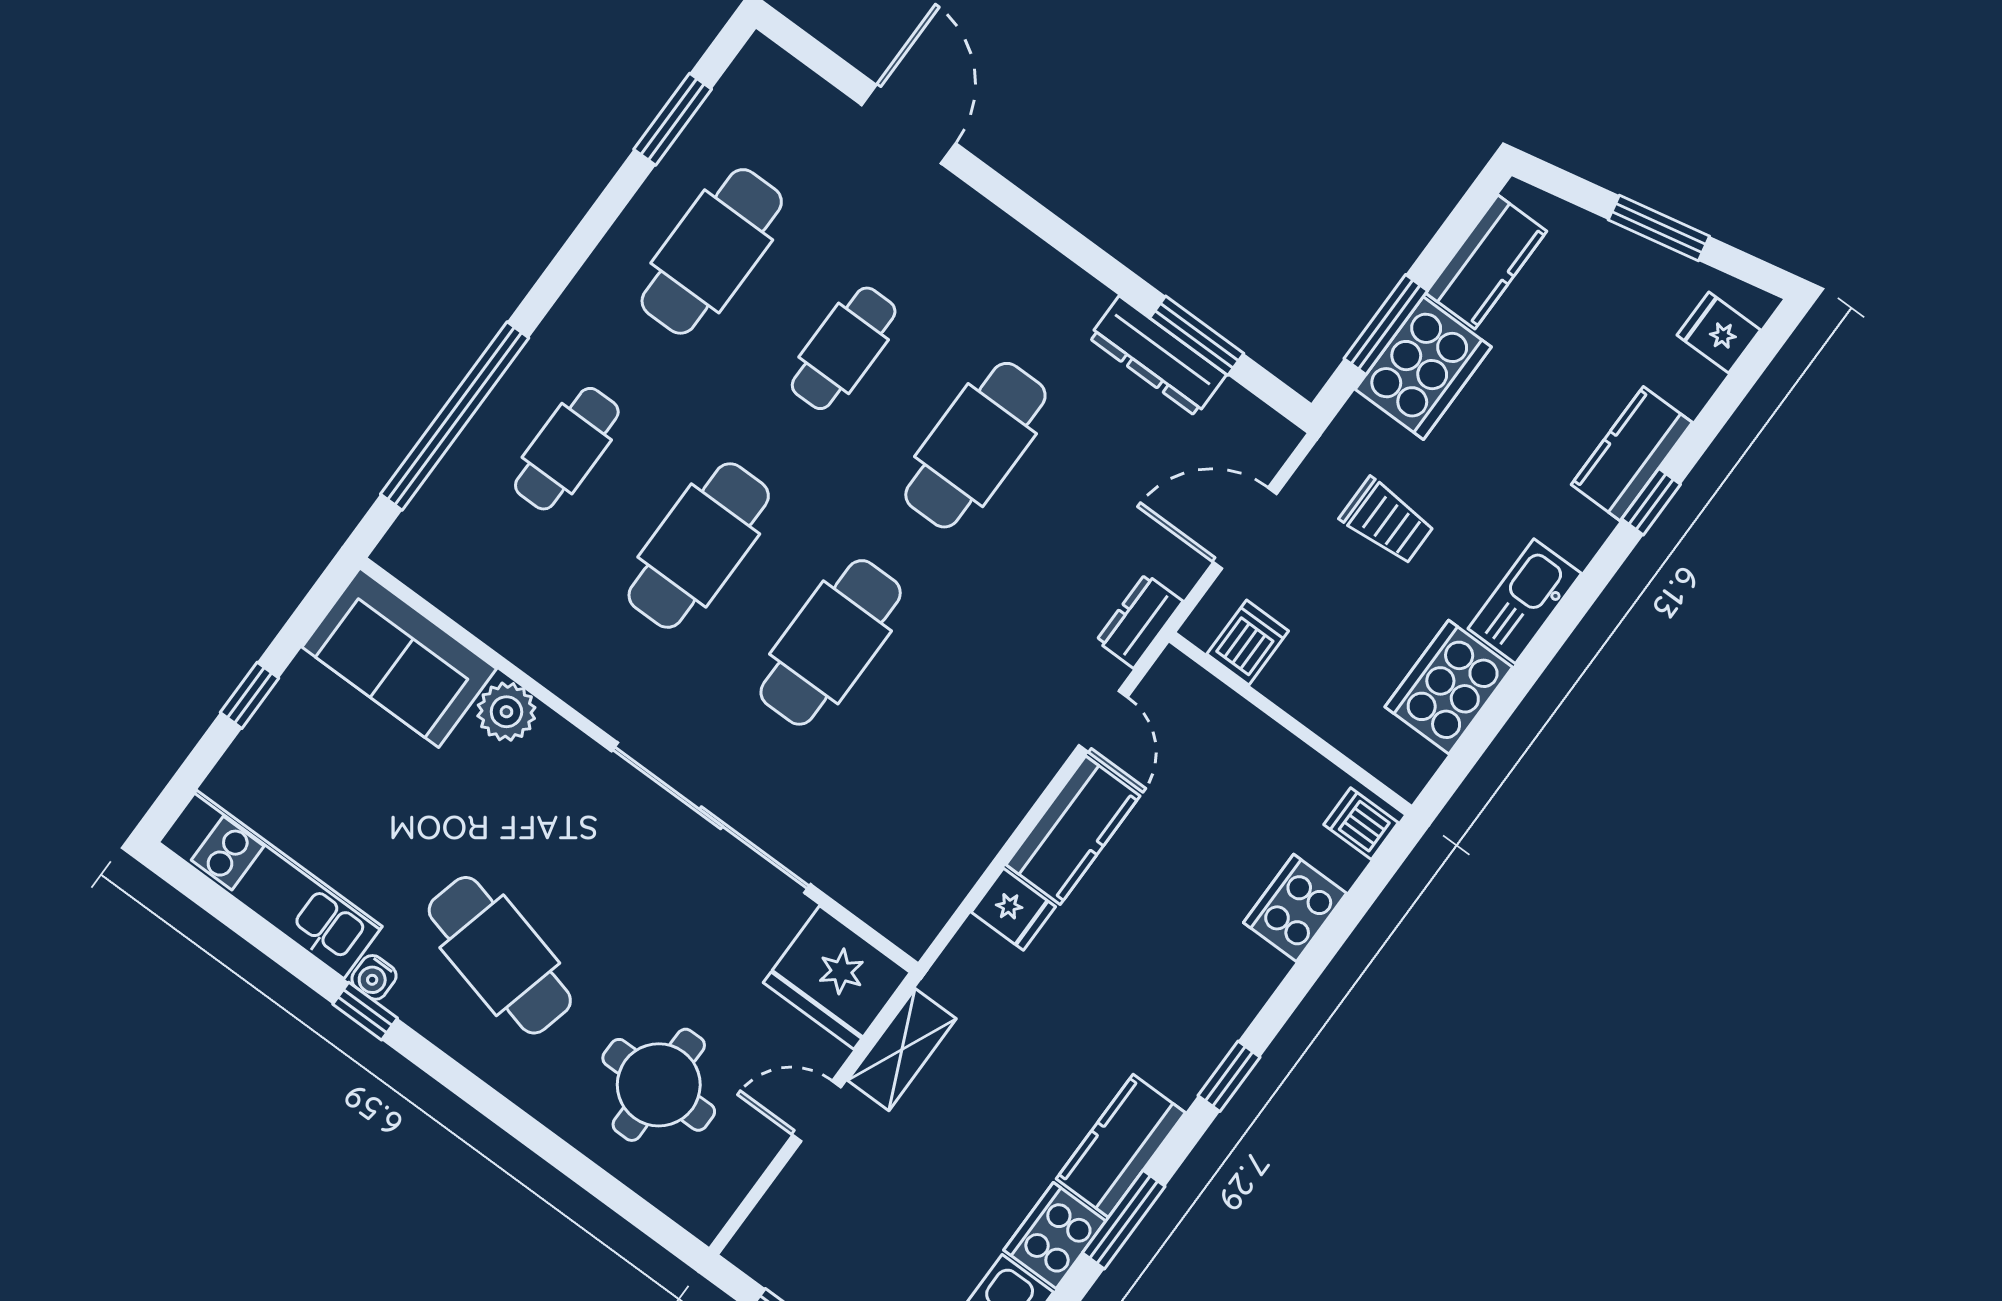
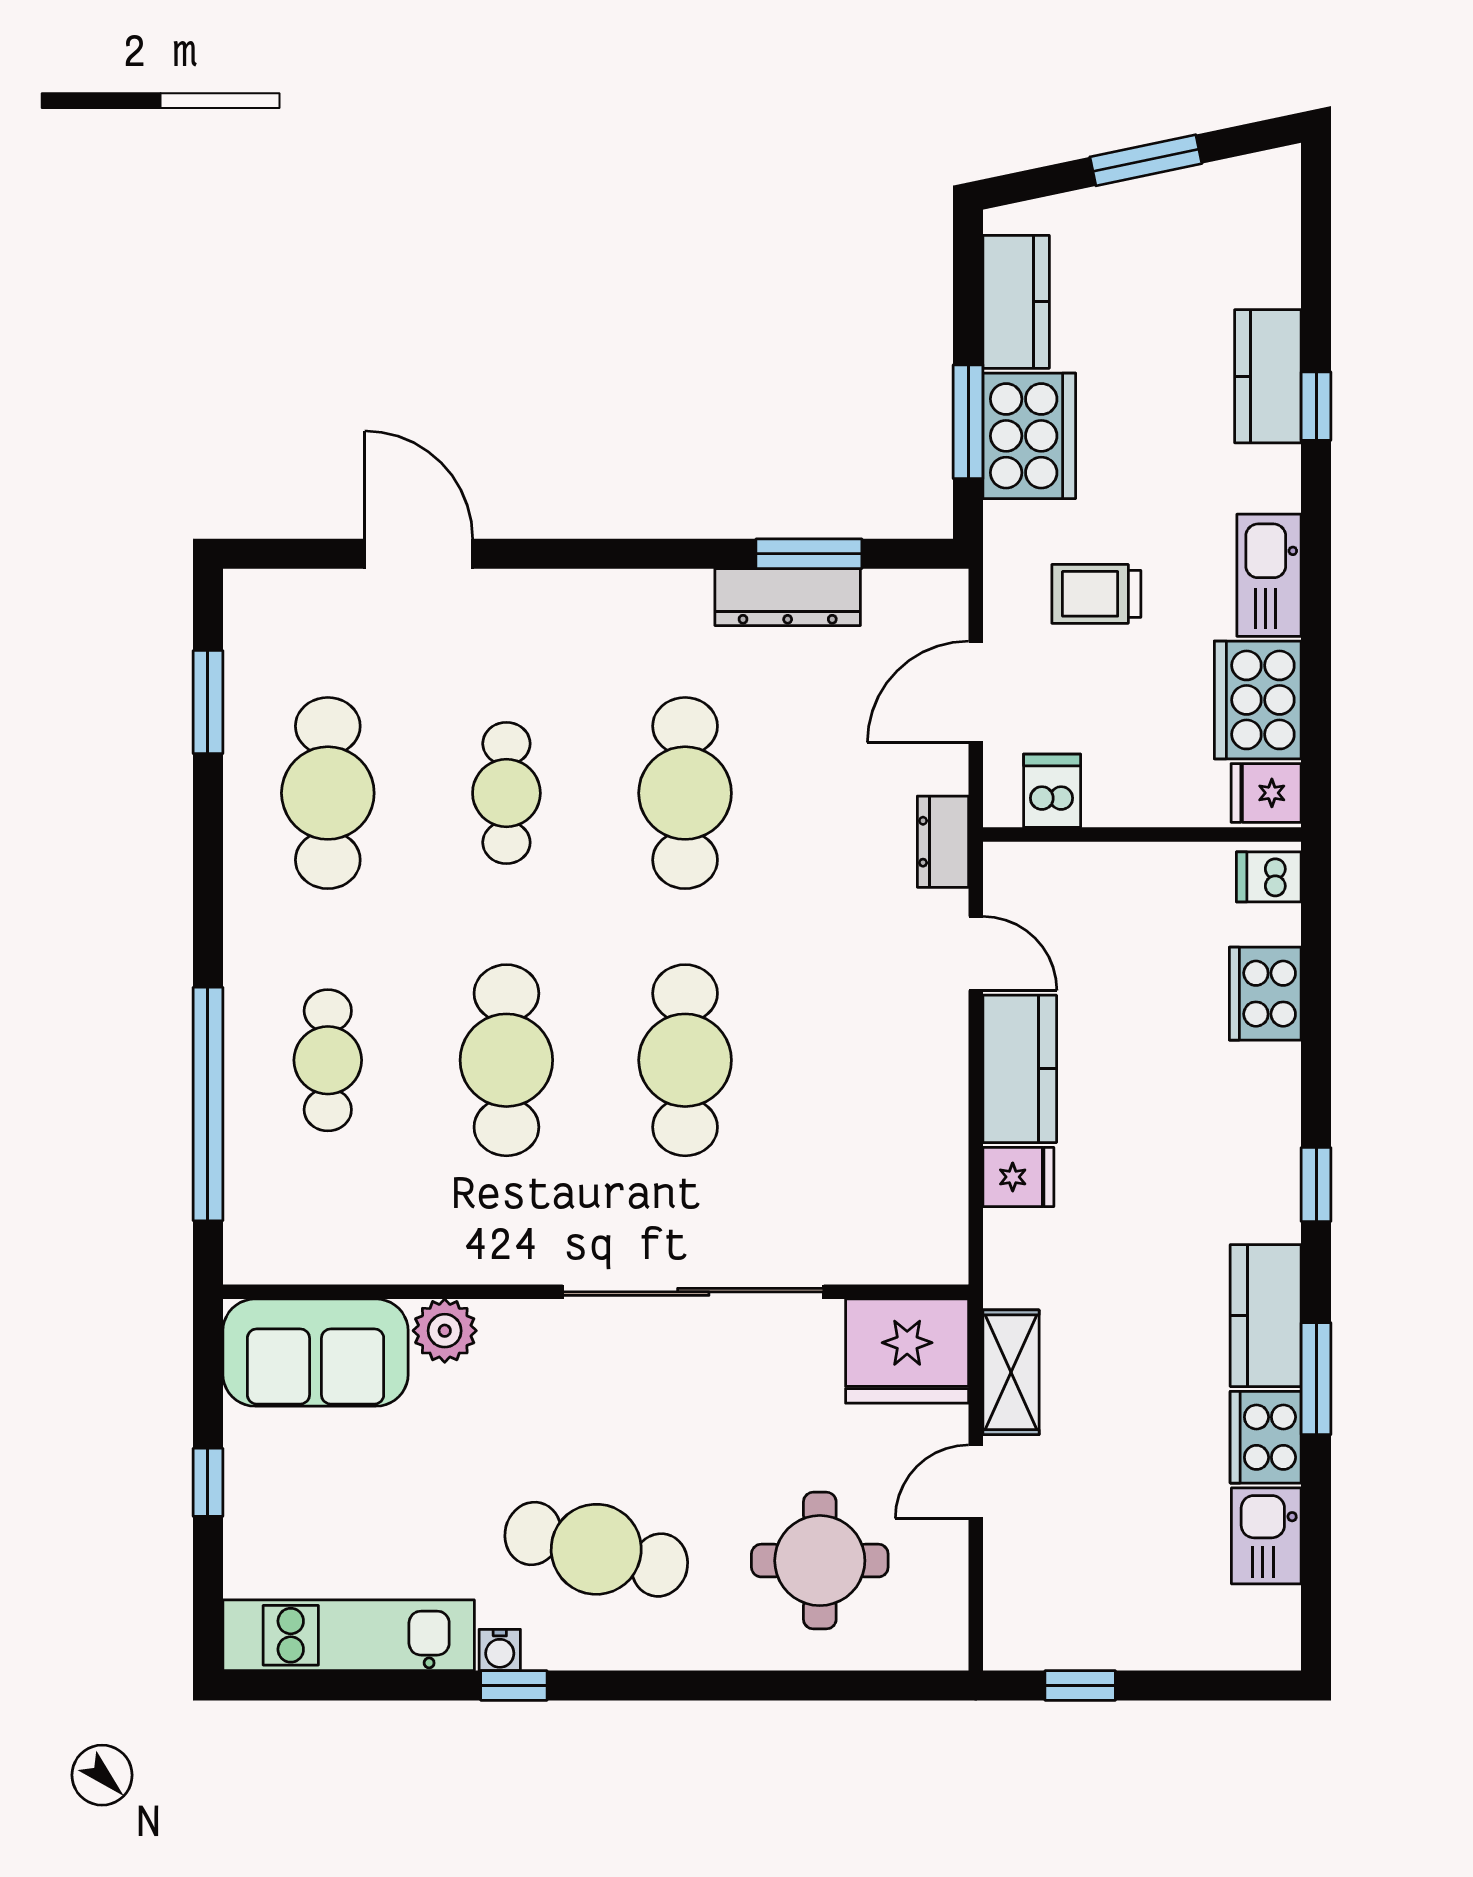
fridge: (1719, 332) -> (1266, 793), moved
trolley: (1387, 521) -> (1096, 594), turned 180

